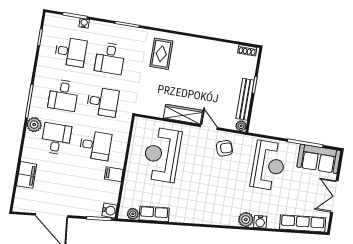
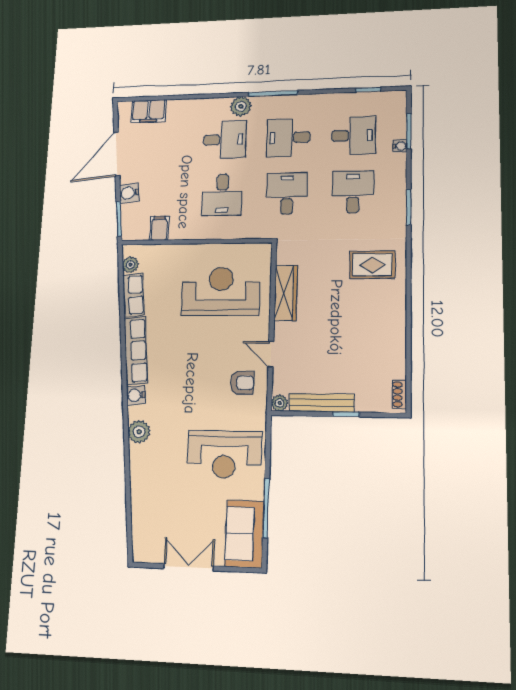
desk: (71, 52) -> (354, 135), turned -90
desk: (110, 58) -> (353, 192), turned 90
desk: (103, 102) -> (287, 193), turned 180
wardrobe: (183, 114) -> (286, 293), moved
door: (209, 127) -> (271, 354), swing flipped
armchair: (224, 148) -> (242, 383), turned -72
filing cabinet: (114, 174) -> (159, 228), moved
filing cabinet: (27, 175) -> (149, 111), moved
water cooler: (109, 211) -> (129, 193), moved, turned 84
water cooler: (260, 222) -> (136, 395), moved
row of seats: (303, 223) -> (136, 351), moved

